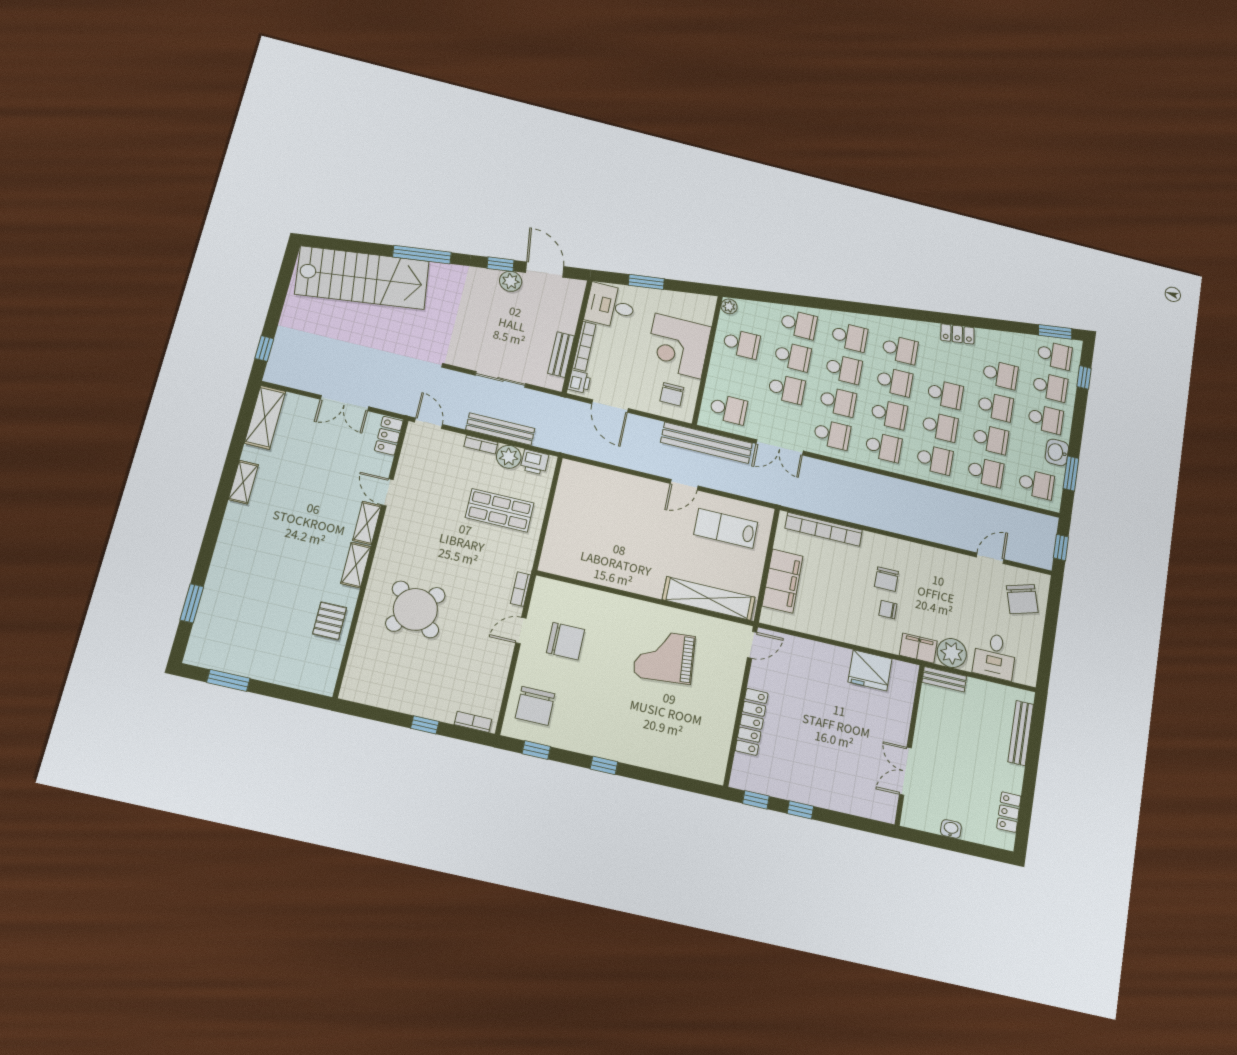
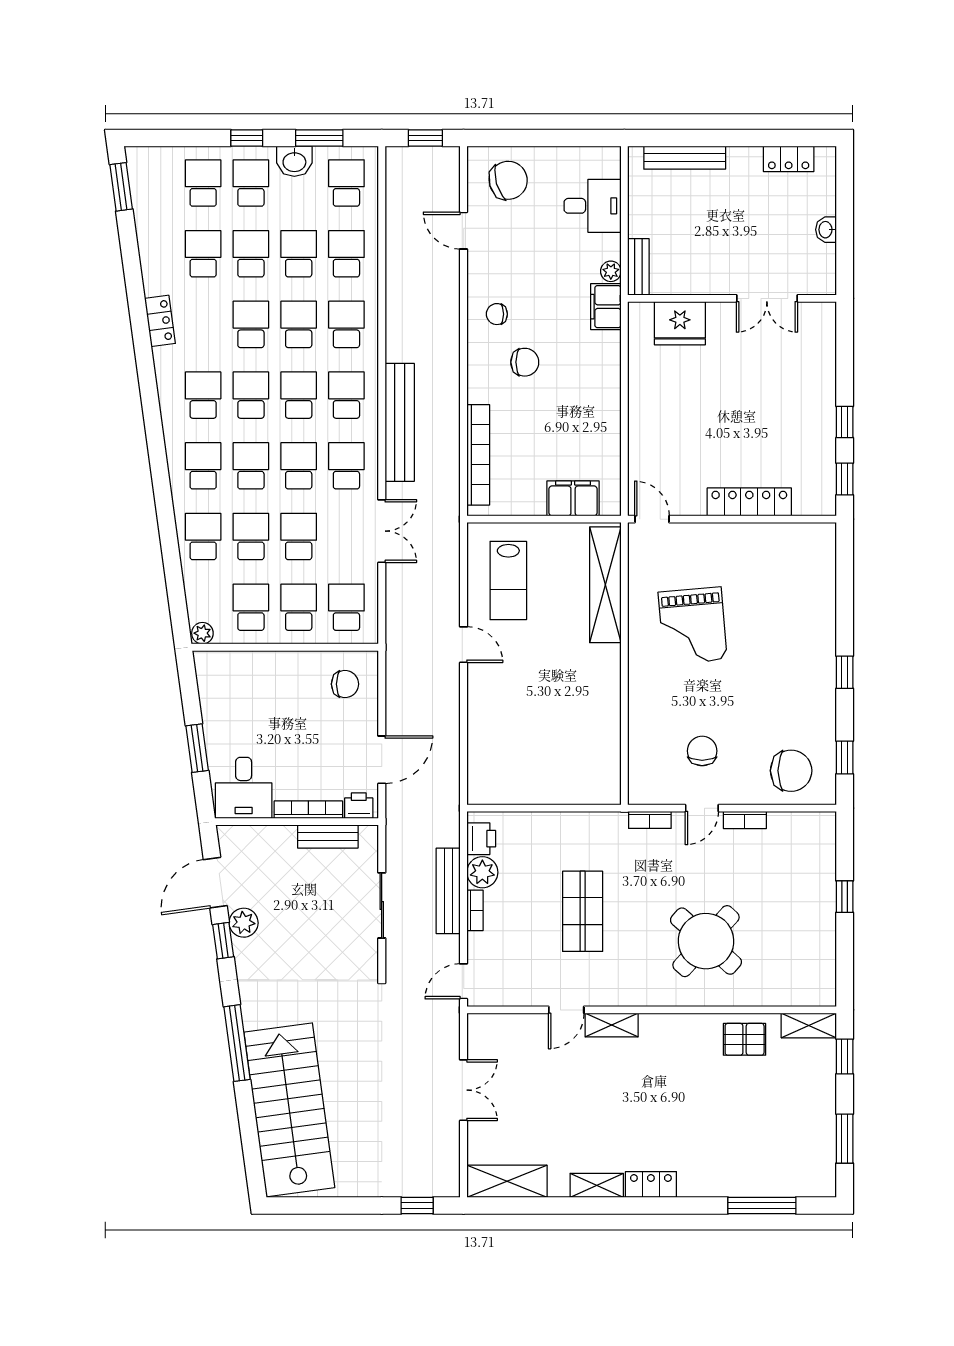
corner desk: (678, 346) -> (276, 689), removed
school desk: (1055, 355) -> (299, 607), moved
window: (1084, 377) -> (247, 138), moved
locker: (389, 436) -> (651, 1184), moved, turned 180
bench: (707, 443) -> (400, 422), moved
shop shelf: (500, 510) -> (583, 911), moved
shelving: (356, 565) -> (809, 1025), moved
filing cabinet: (783, 581) -> (573, 498), width x0.67, depth x0.86
window: (192, 603) -> (762, 1205), width x1.44
chair: (888, 610) -> (497, 314), moved, turned 90
door: (521, 631) -> (702, 808), hinge flipped
chair: (566, 641) -> (702, 751), width x0.73, depth x0.73
plant: (952, 653) -> (611, 271), width x0.53, depth x0.53
fridge: (870, 670) -> (680, 323), moved, turned 90
window: (295, 696) -> (845, 1056), added
bookcase: (473, 722) -> (745, 820), moved, turned -90

